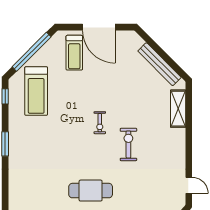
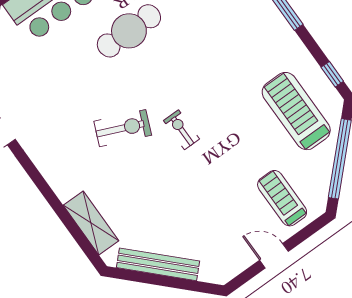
door: (99, 27) -> (274, 256), width x0.53
exercise bike: (128, 144) -> (123, 128), turned -67

